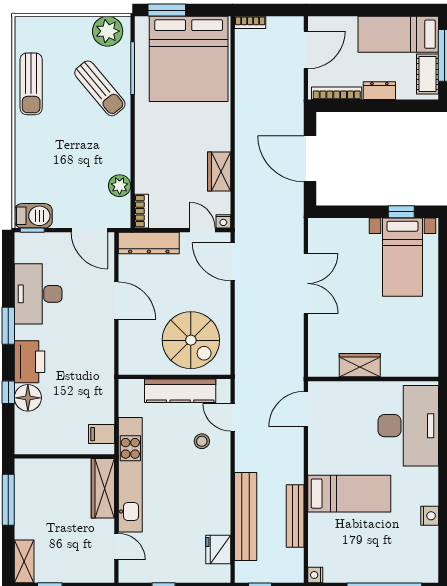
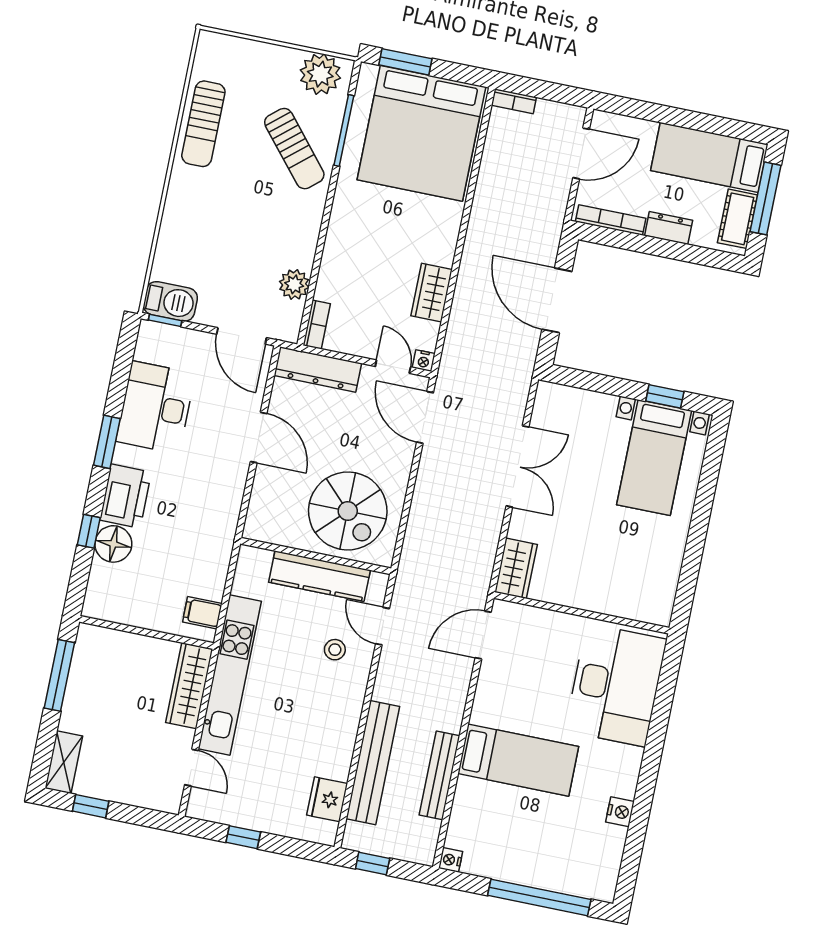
wardrobe: (360, 365) -> (516, 568), moved, turned 90

